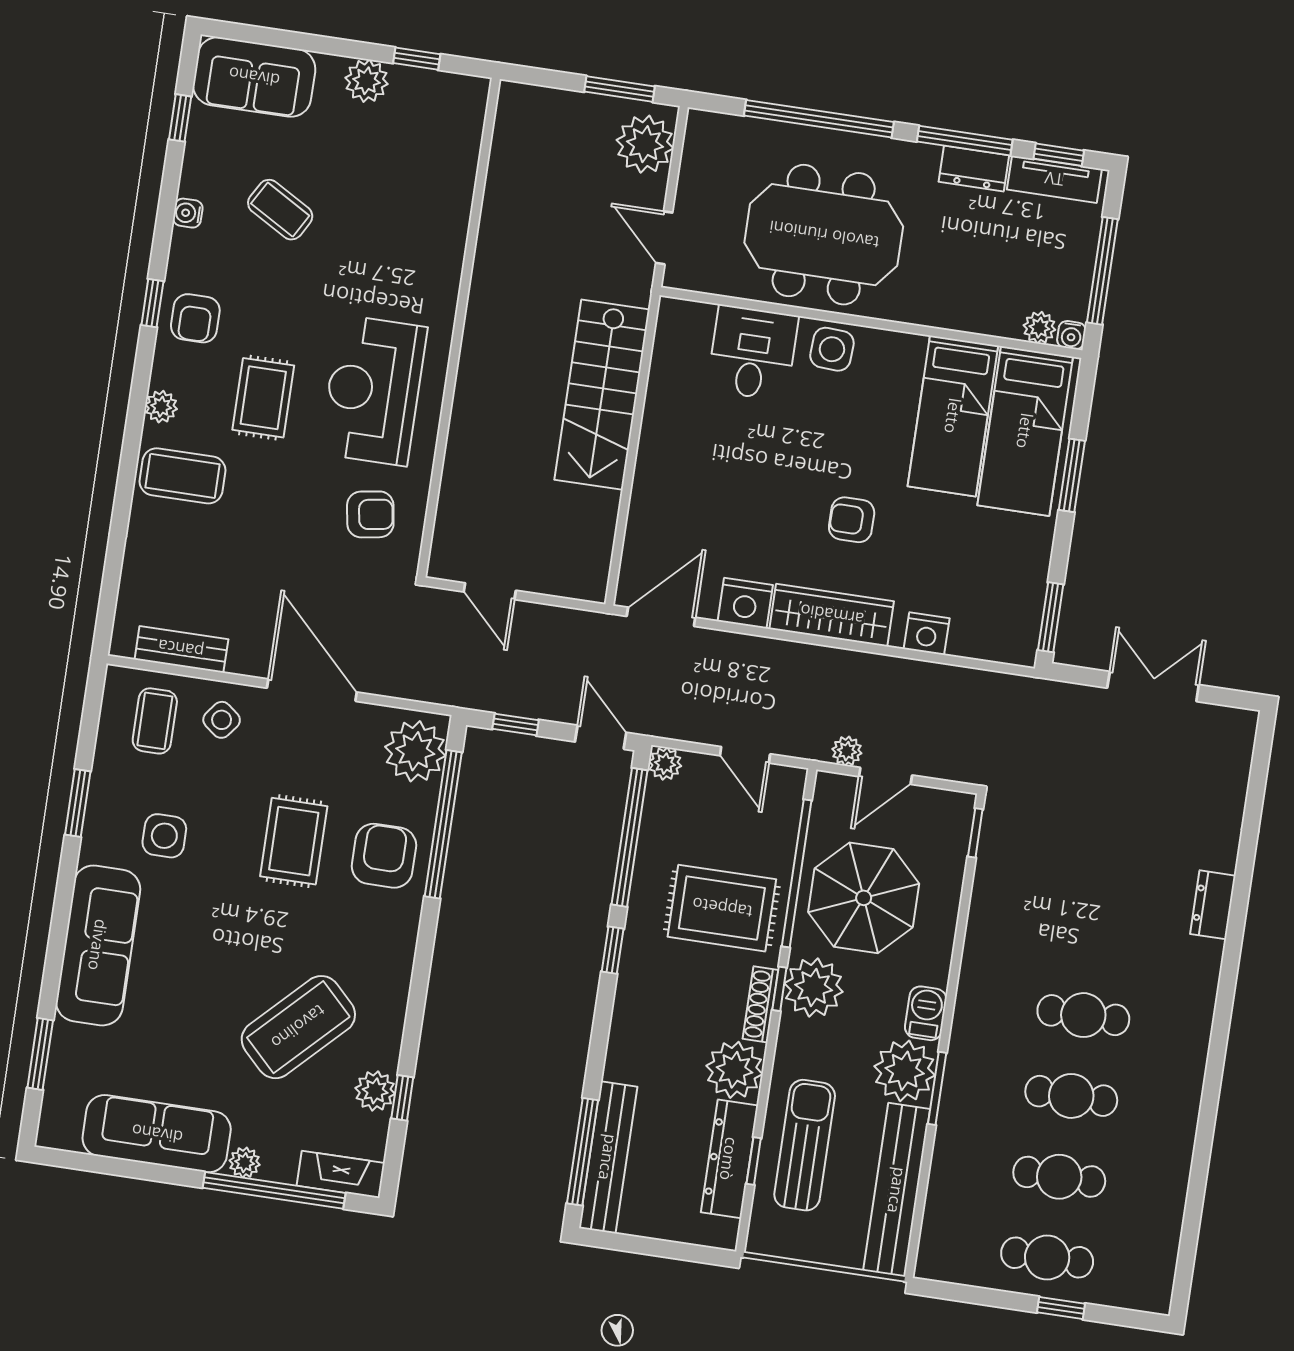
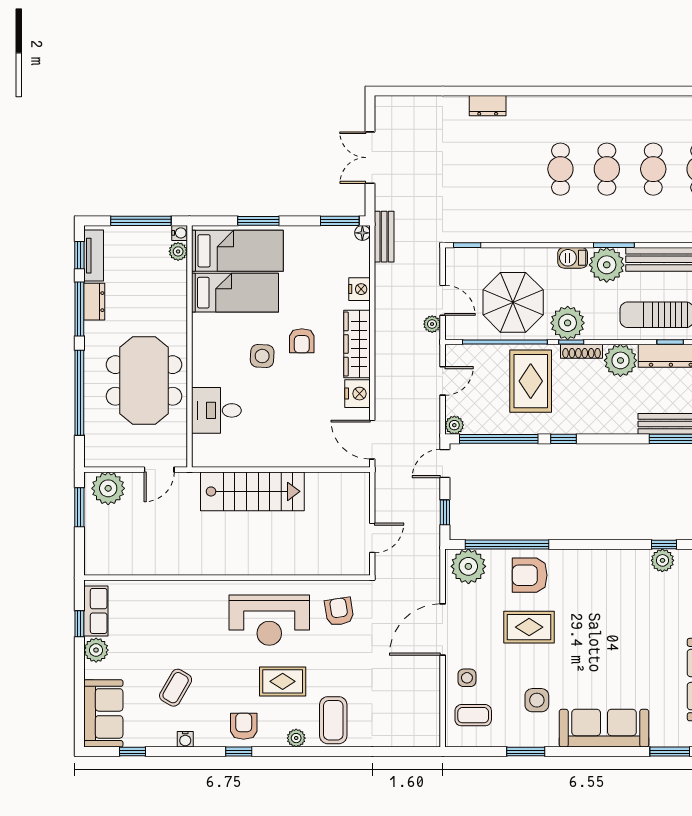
row of seats: (435, 91) -> (96, 611), added
armchair: (195, 318) -> (244, 726), turned -90
side table: (832, 349) -> (262, 356), moved
bench: (181, 649) -> (384, 237), moved
floor lamp: (1024, 654) -> (362, 233), added
side table: (222, 720) -> (467, 678), turned -38
coffee table: (298, 1027) -> (633, 609), removed

